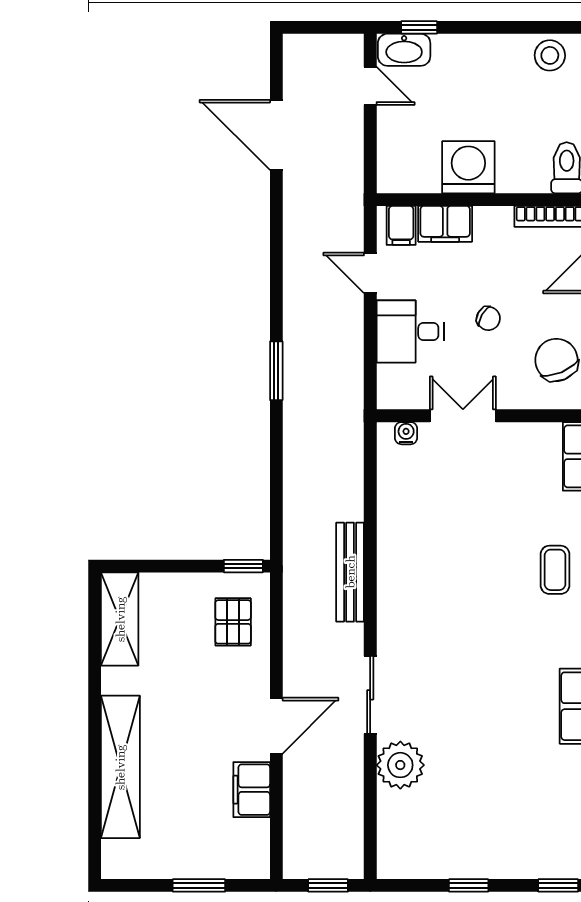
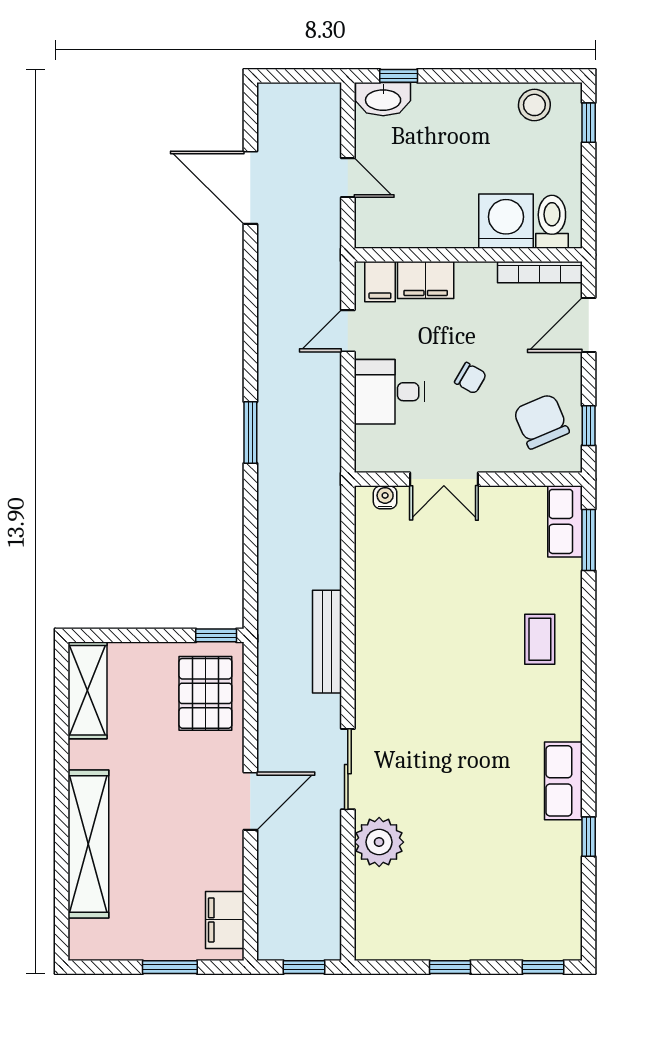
door: (370, 86) -> (348, 178), moved
washing machine: (468, 167) -> (506, 221), moved
door: (370, 273) -> (348, 331), hinge flipped
double door: (463, 416) -> (444, 479), swing flipped
pallet: (233, 622) -> (205, 693), width x1.50, depth x1.42
filing cabinet: (252, 790) -> (225, 920), moved

